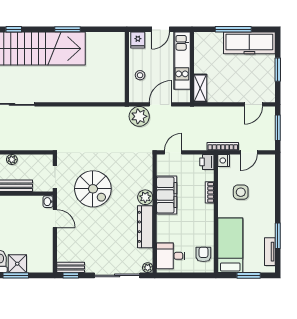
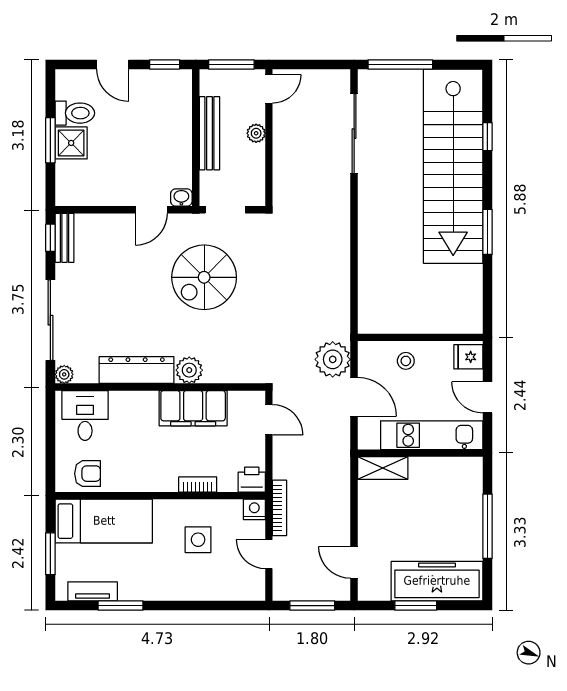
freezer: (249, 43) -> (437, 581), moved, turned 90

